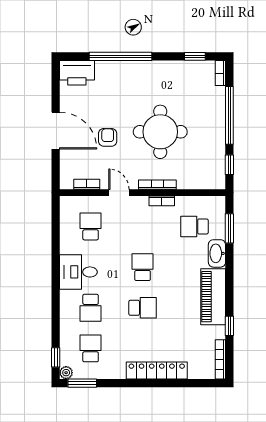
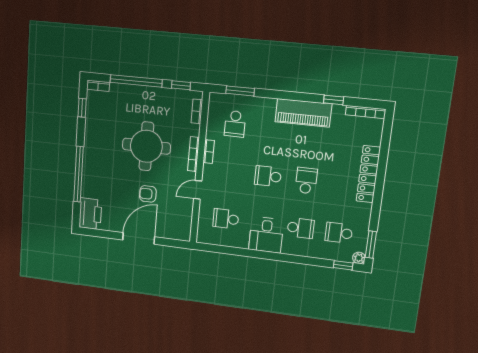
bookcase: (87, 184) -> (197, 111), moved
washbasin: (217, 253) -> (262, 105), removed

